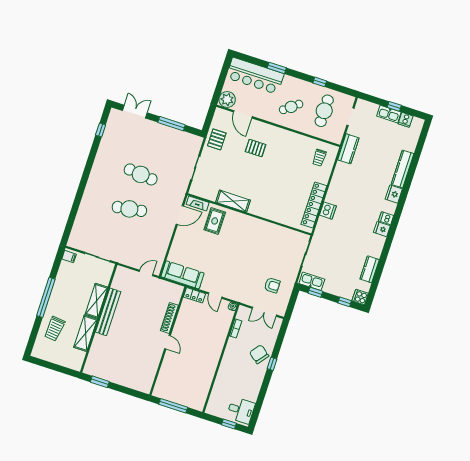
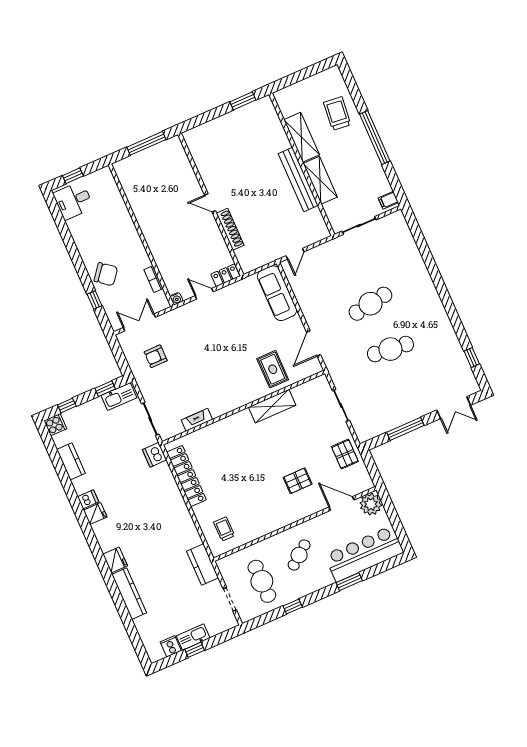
fireplace: (198, 203) -> (197, 420), moved
dishwasher: (328, 211) -> (155, 455), moved
dishwasher: (386, 218) -> (88, 499), moved
sofa: (182, 275) -> (277, 293), moved, turned 90
window: (272, 364) -> (94, 300), moved

